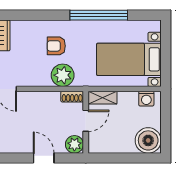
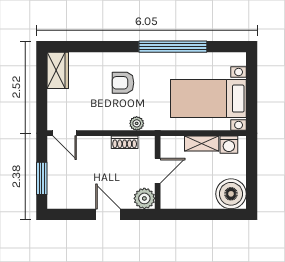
plant: (63, 75) -> (137, 123), width x0.53, depth x0.53
shoe rack: (72, 97) -> (125, 142), moved
shelving: (102, 98) -> (202, 144), moved

